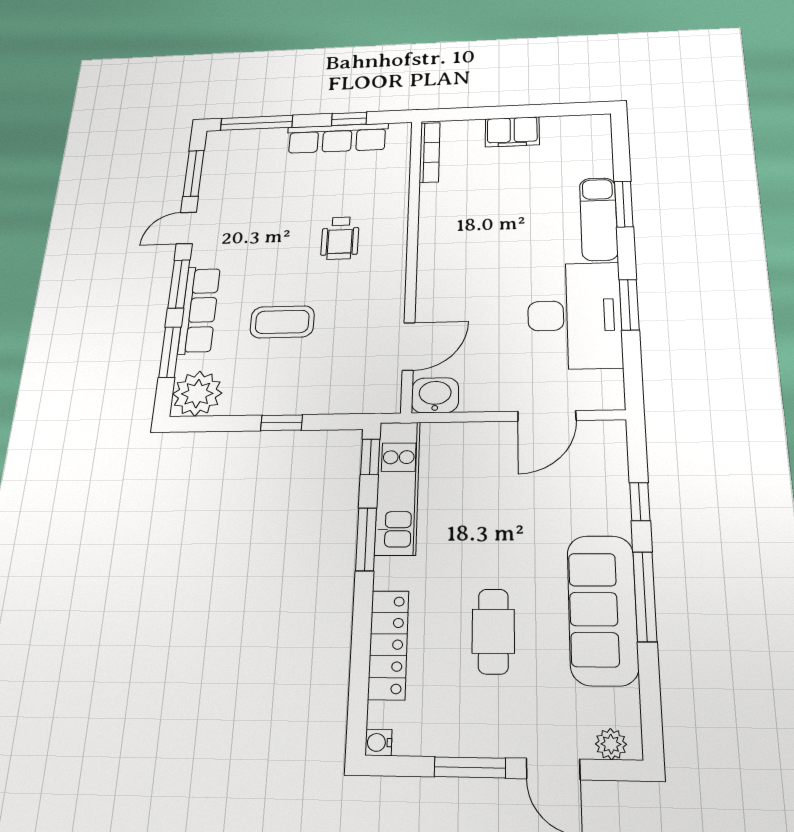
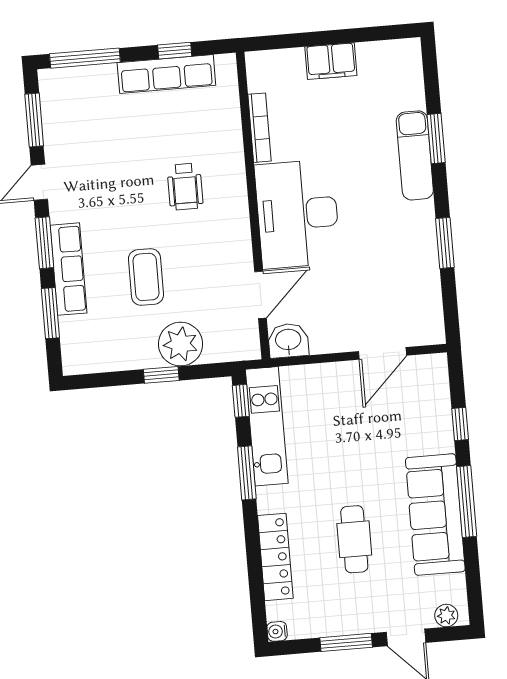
bookcase: (430, 152) -> (260, 128), moved
desk: (575, 315) -> (297, 214), moved, turned 180
coffee table: (282, 322) -> (146, 277), turned 90
plant: (197, 394) -> (181, 344), moved

